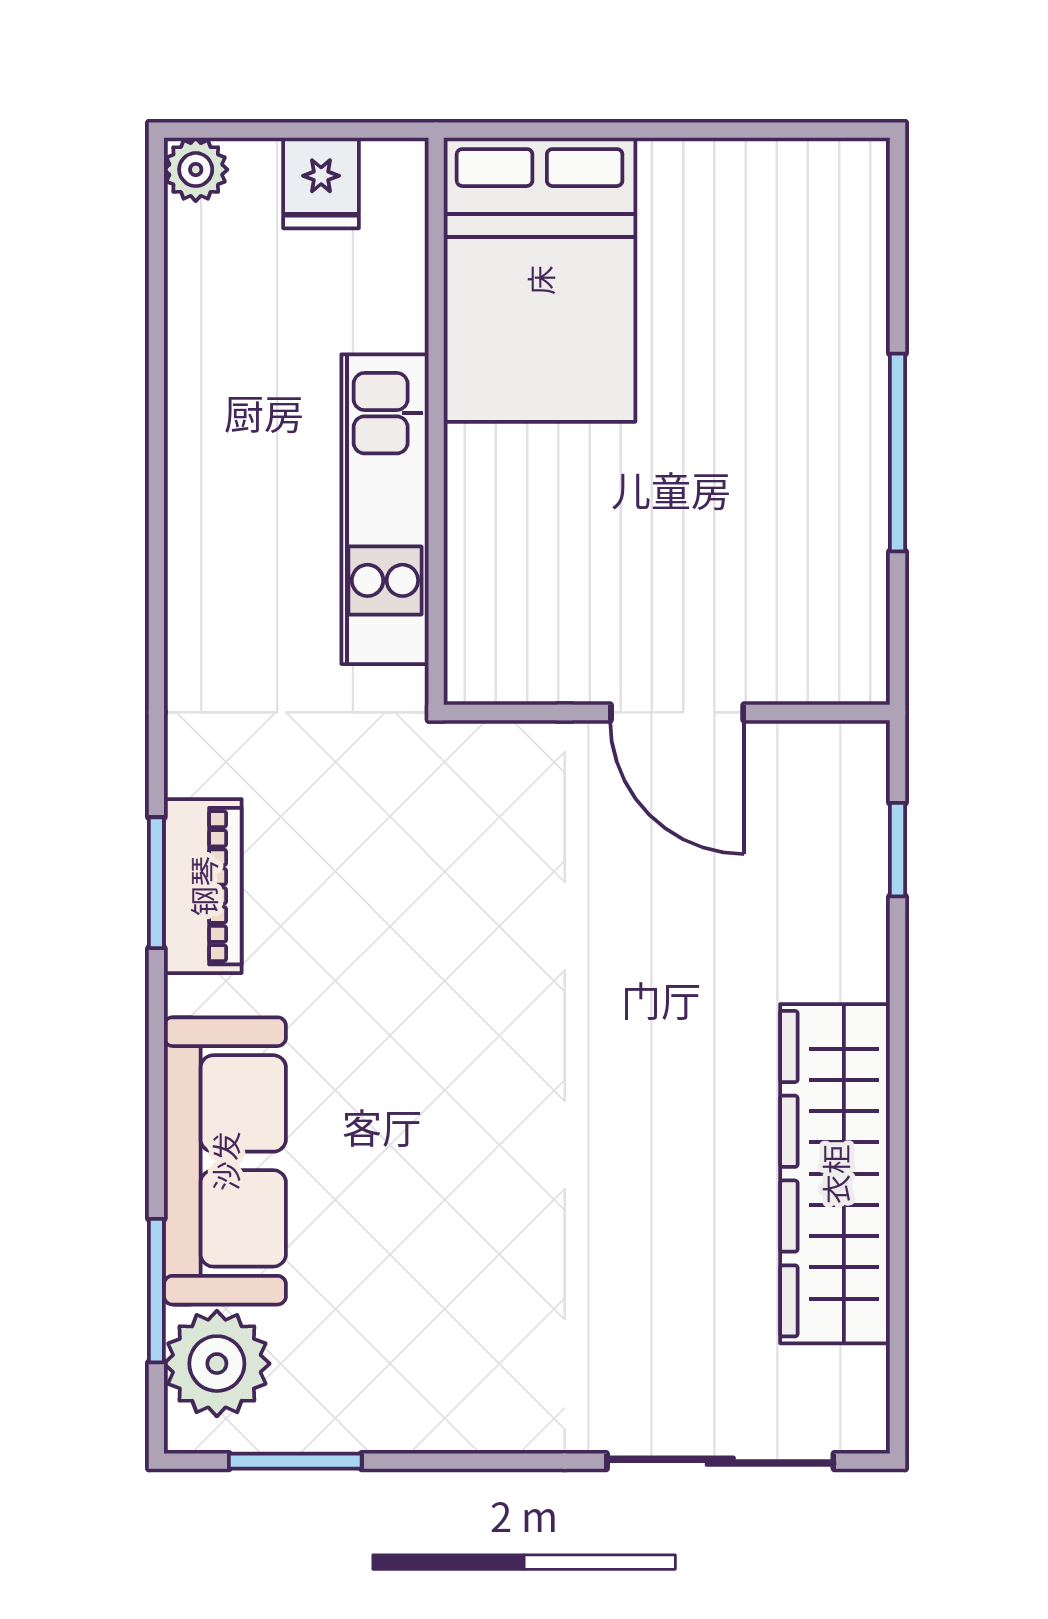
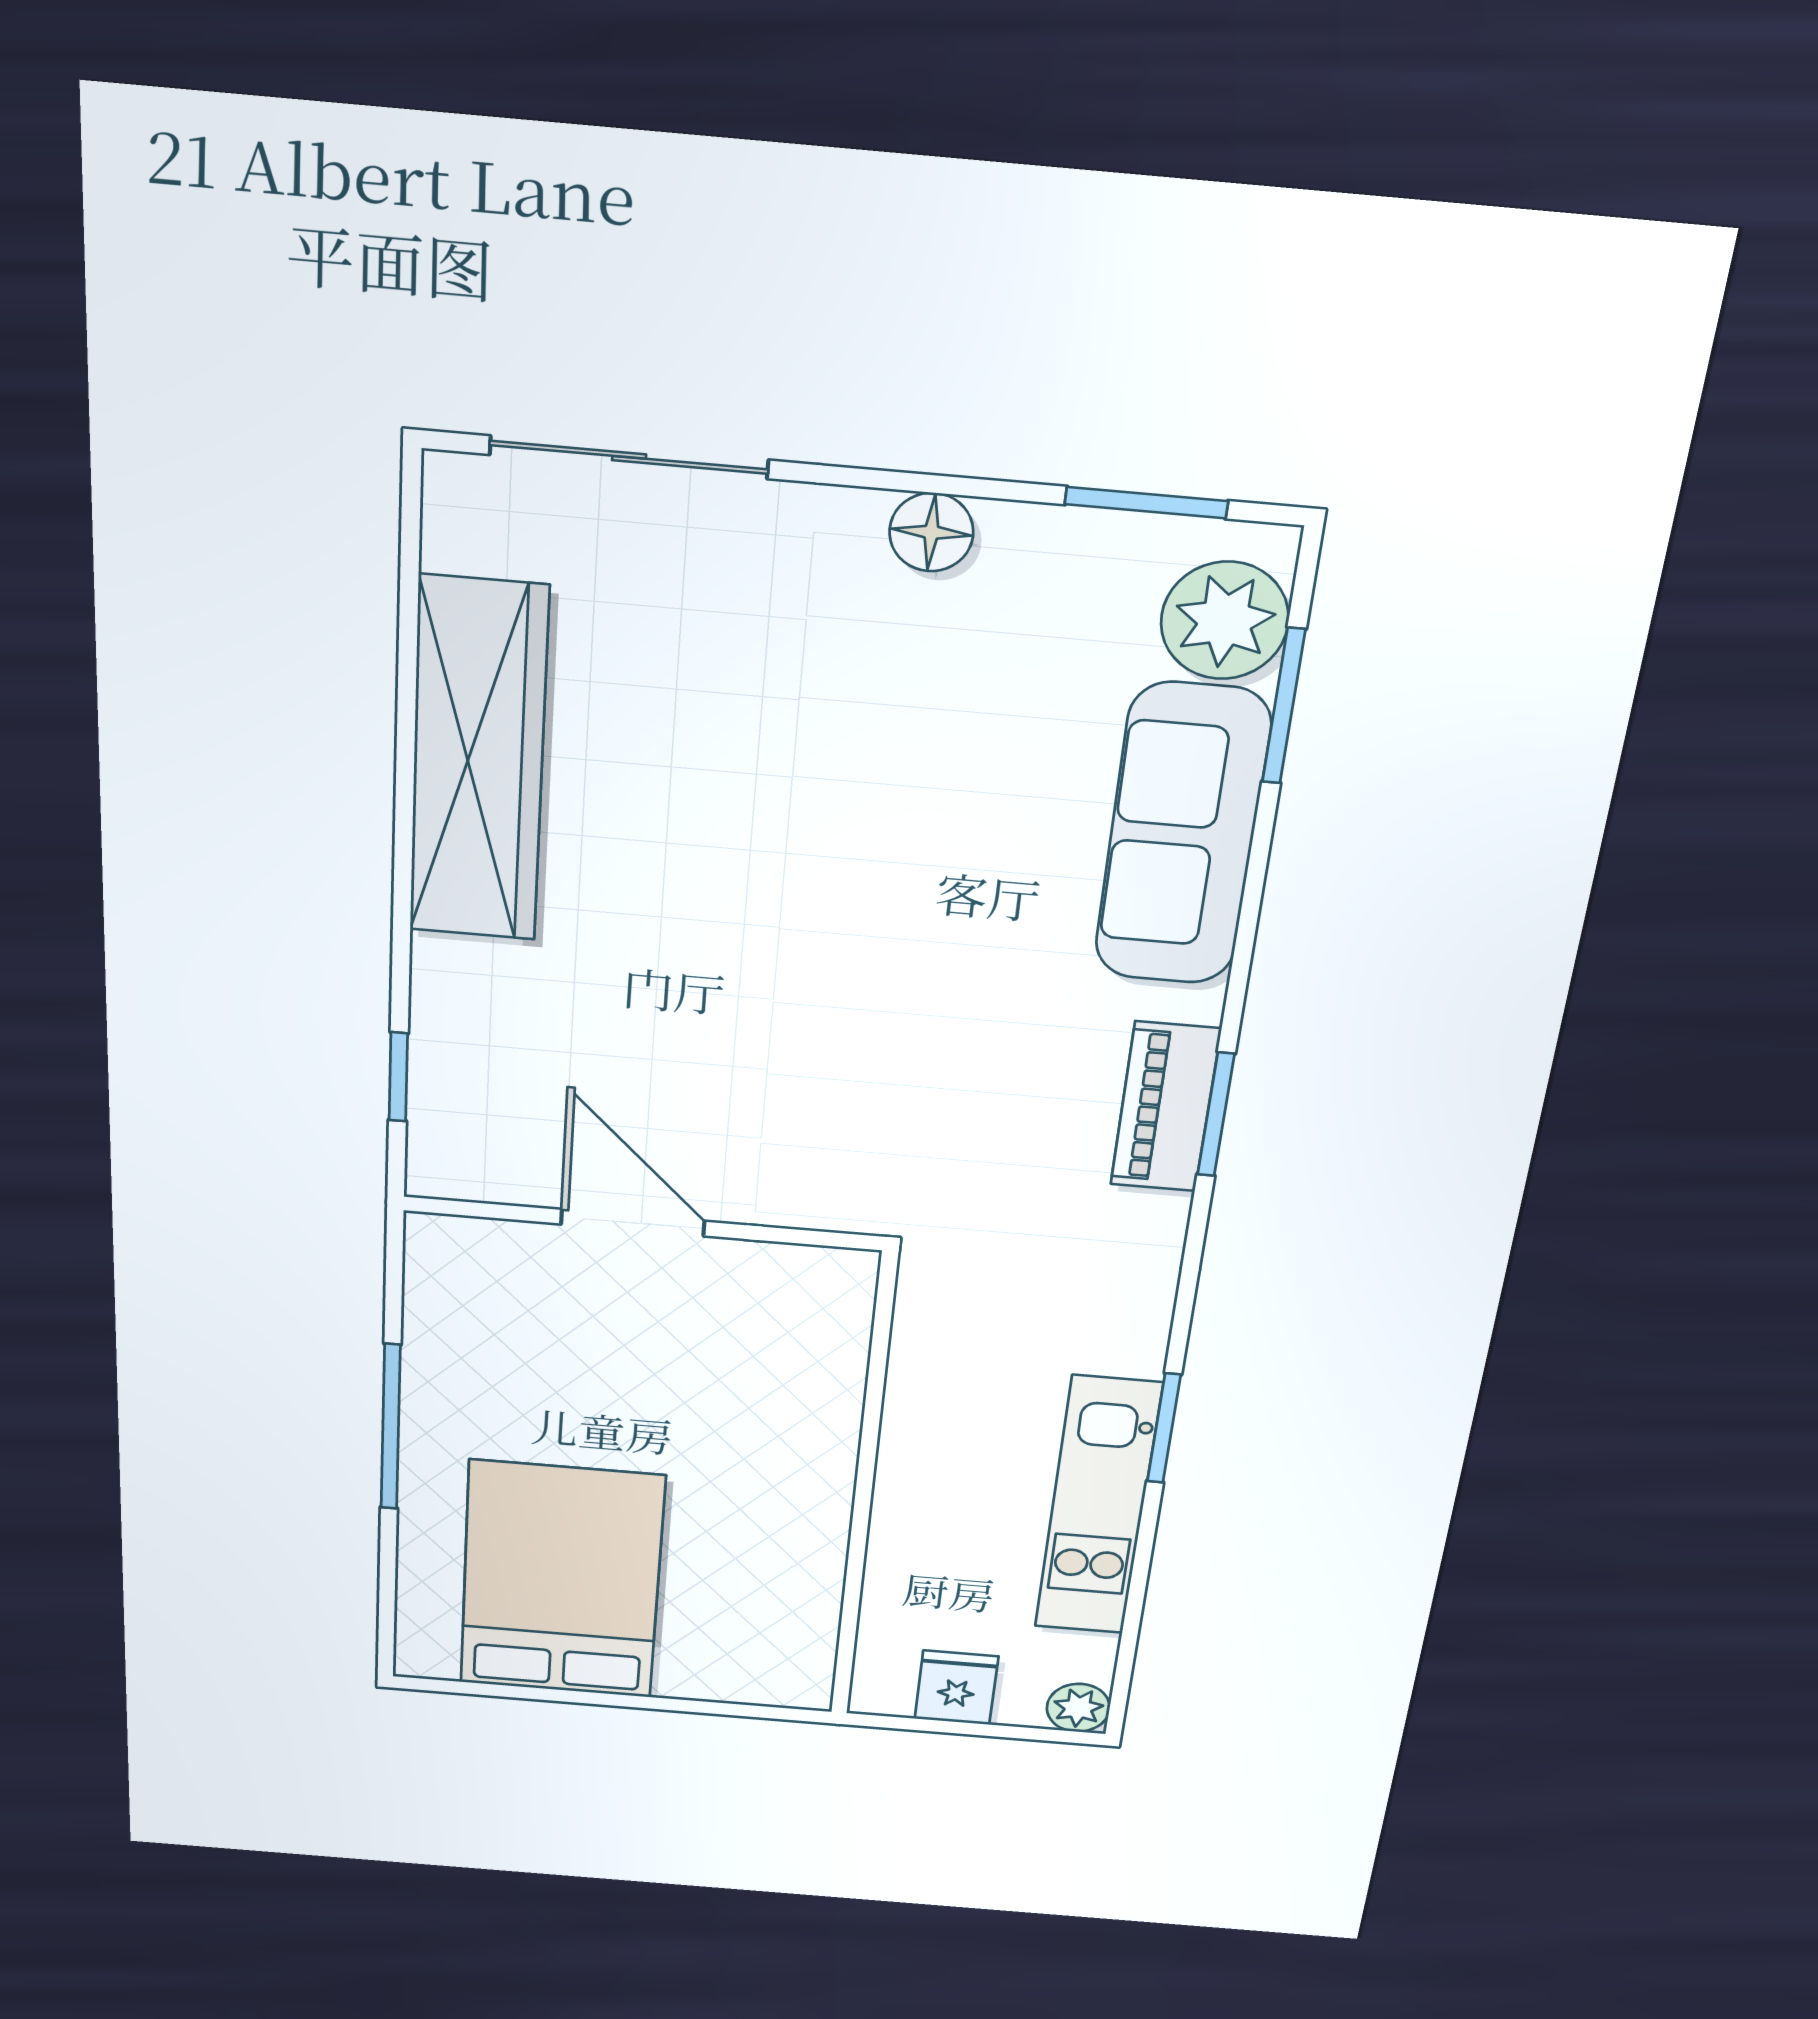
bed: (540, 280) -> (561, 1581), moved
kitchen unit: (385, 509) -> (1098, 1507), moved, turned 180
window: (156, 527) -> (1164, 1428), added
floor lamp: (468, 1419) -> (931, 532), added

